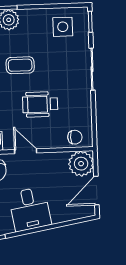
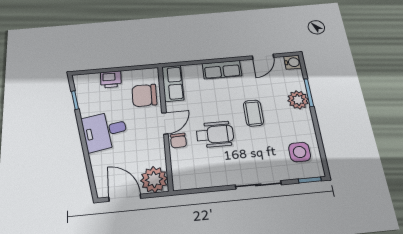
wheelchair: (40, 104) -> (215, 134), turned 90
chair: (75, 137) -> (178, 141), moved

